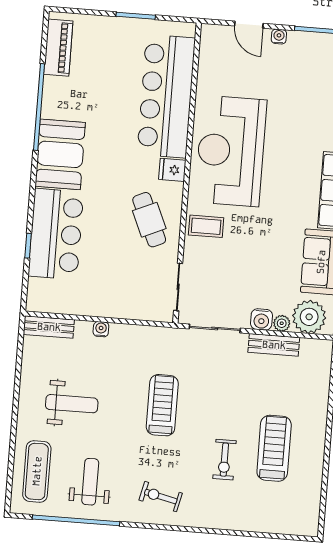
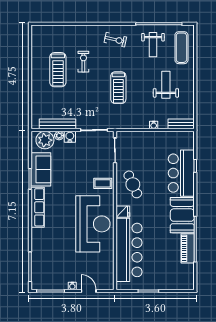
piano: (58, 48) -> (188, 248), moved
bench: (274, 345) -> (57, 124), width x1.36
weight bench: (72, 404) -> (166, 85), turned 90

